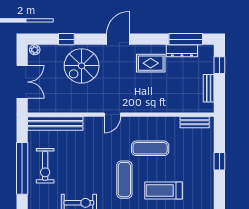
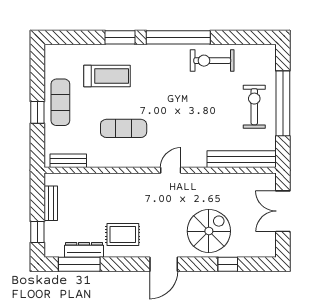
plant: (35, 50) -> (267, 251), removed
exercise mat: (124, 180) -> (60, 102), moved

